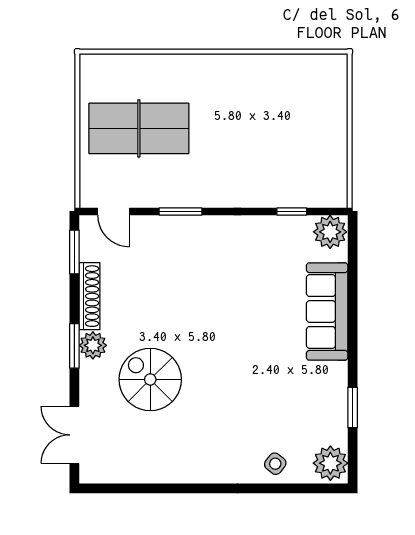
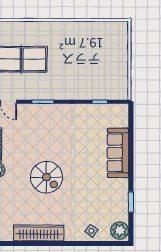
plant: (330, 232) -> (119, 112), removed
spiral stairs: (150, 379) -> (46, 177), moved, turned 180
wardrobe: (173, 468) -> (39, 233), added

